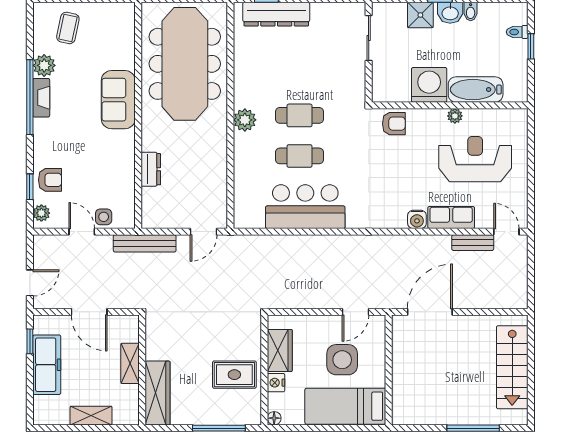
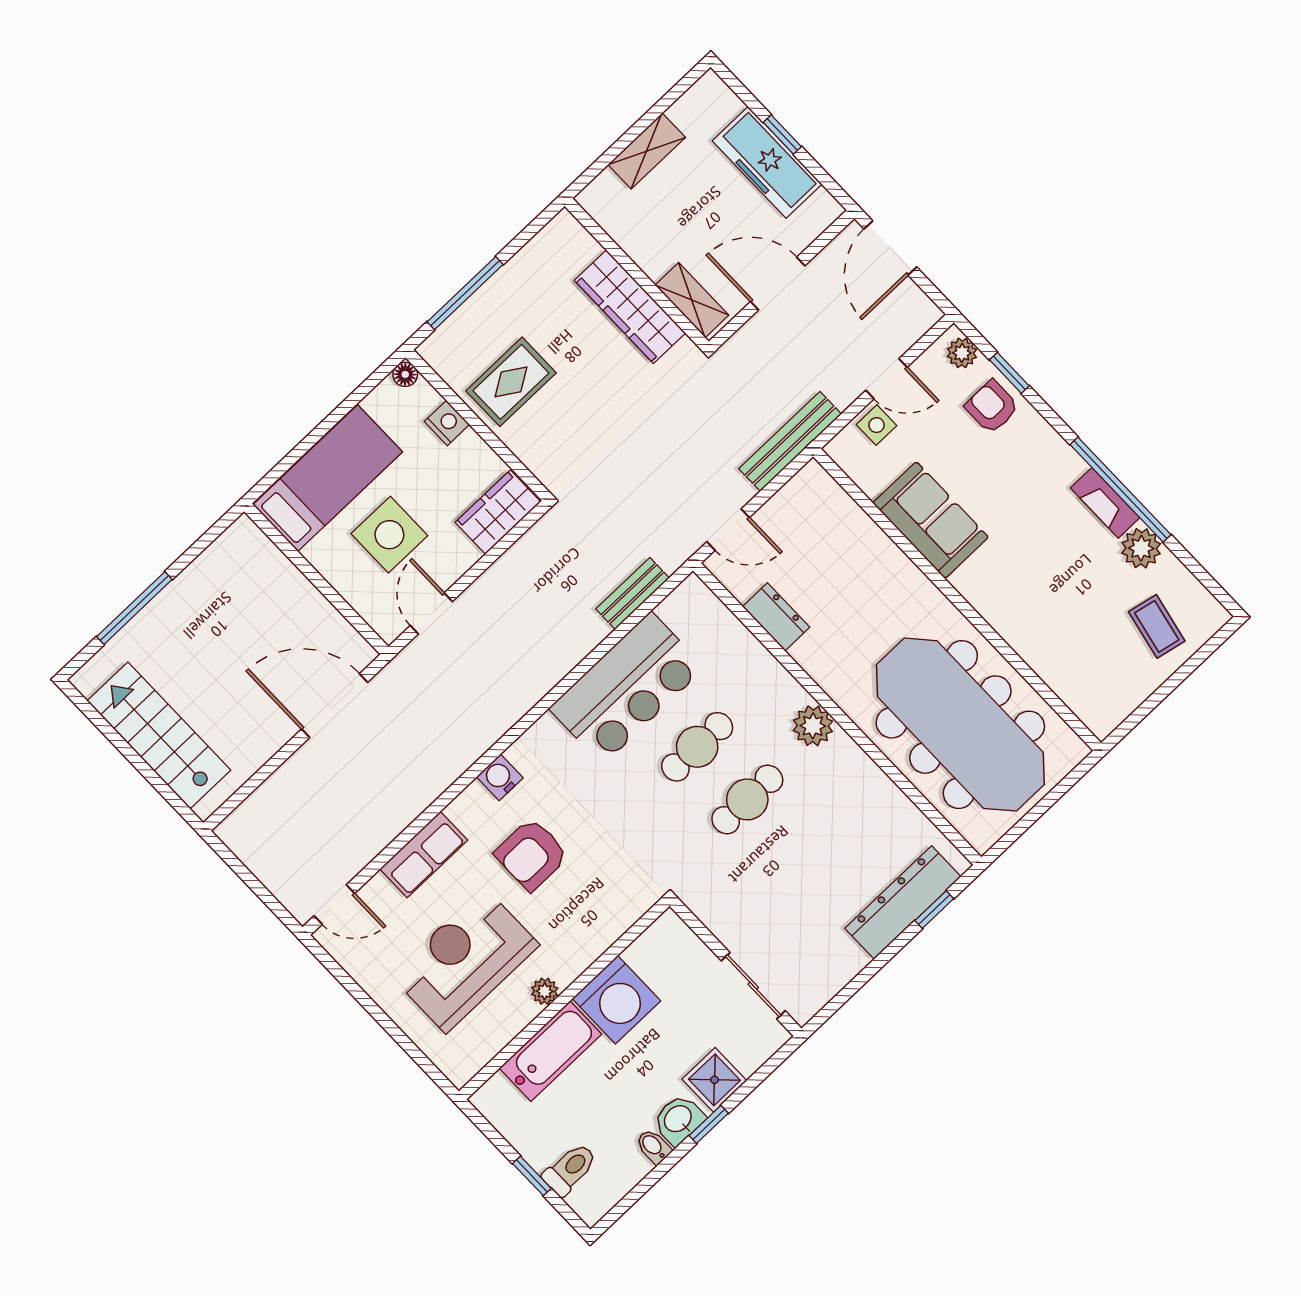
toilet: (517, 32) -> (570, 1169), width x1.37, depth x1.39
sofa: (118, 100) -> (931, 520), moved
armchair: (394, 124) -> (532, 854), moved, width x1.38, depth x1.38
reception desk: (475, 159) -> (465, 960), turned 180
dresser: (151, 169) -> (776, 617), moved, turned 180
armchair: (50, 180) -> (992, 407), turned 90
water cooler: (417, 219) -> (500, 777), moved
door: (204, 232) -> (728, 530), swing flipped
bench: (473, 243) -> (633, 593), moved
door: (30, 283) -> (890, 248), width x1.38
door: (430, 312) -> (335, 706), swing flipped
window: (30, 341) -> (782, 134), moved
wardrobe: (280, 350) -> (498, 512), moved, turned 90
shelving: (130, 363) -> (692, 300), moved
wardrobe: (158, 393) -> (630, 307), moved

